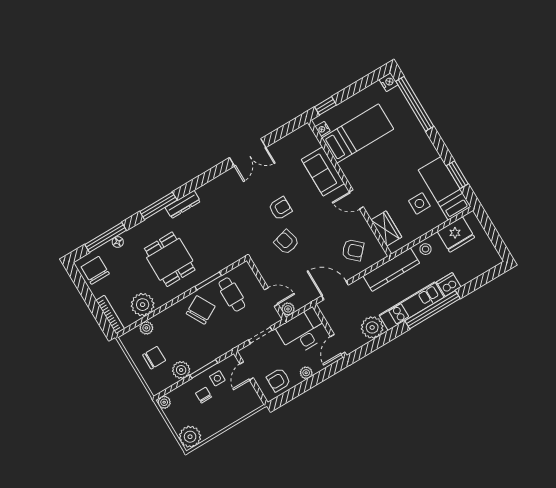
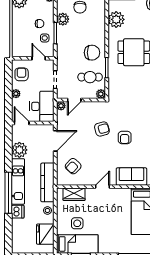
chair: (201, 310) -> (92, 53), turned -61
plant: (146, 328) -> (101, 94), moved

